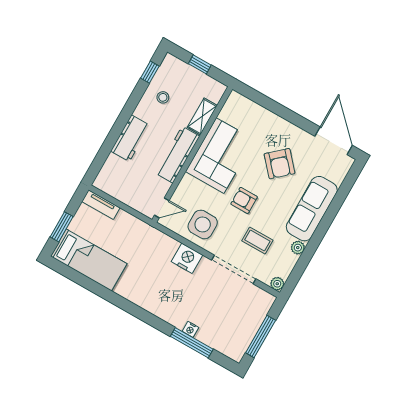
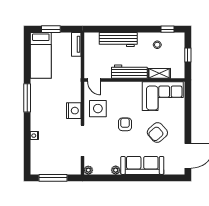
workbench: (130, 138) -> (118, 39), width x1.38
corner sofa: (220, 156) -> (163, 96), moved
coffee table: (257, 240) -> (107, 145), removed
window: (192, 343) -> (27, 98), moved

